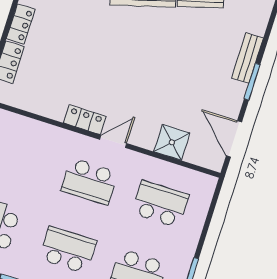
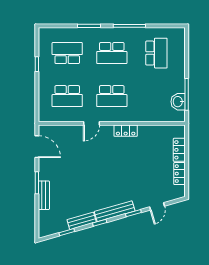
door: (113, 141) -> (91, 123), moved
shower: (172, 142) -> (72, 133), removed
school desk: (89, 181) -> (112, 96), turned 180

